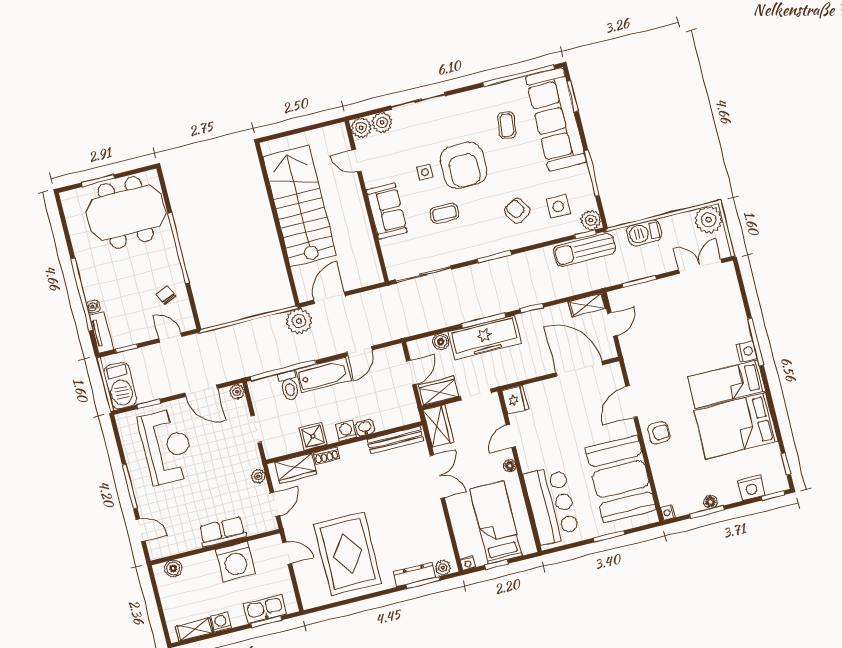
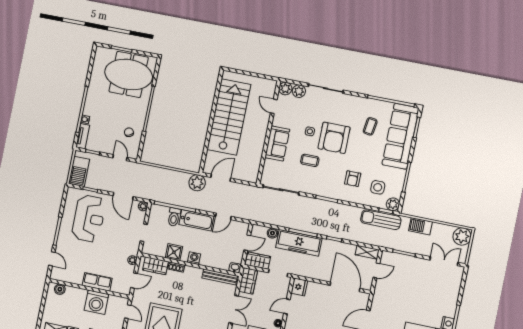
armchair: (517, 211) -> (353, 179), turned -148
washbasin: (365, 428) -> (235, 268), moved

